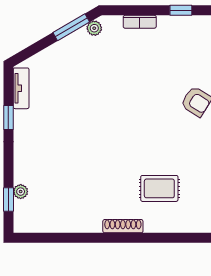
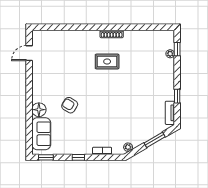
window: (71, 27) -> (155, 140), moved
rug: (159, 188) -> (107, 61), moved

